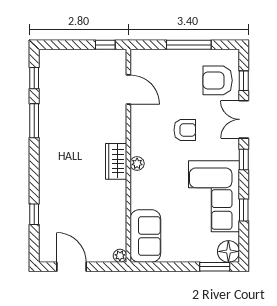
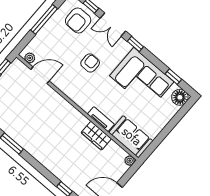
wardrobe: (116, 161) -> (96, 136), moved
plant: (137, 164) -> (30, 58), moved
tv unit: (137, 190) -> (101, 119), added
window: (244, 210) -> (173, 77), moved
window: (215, 267) -> (182, 113), removed

